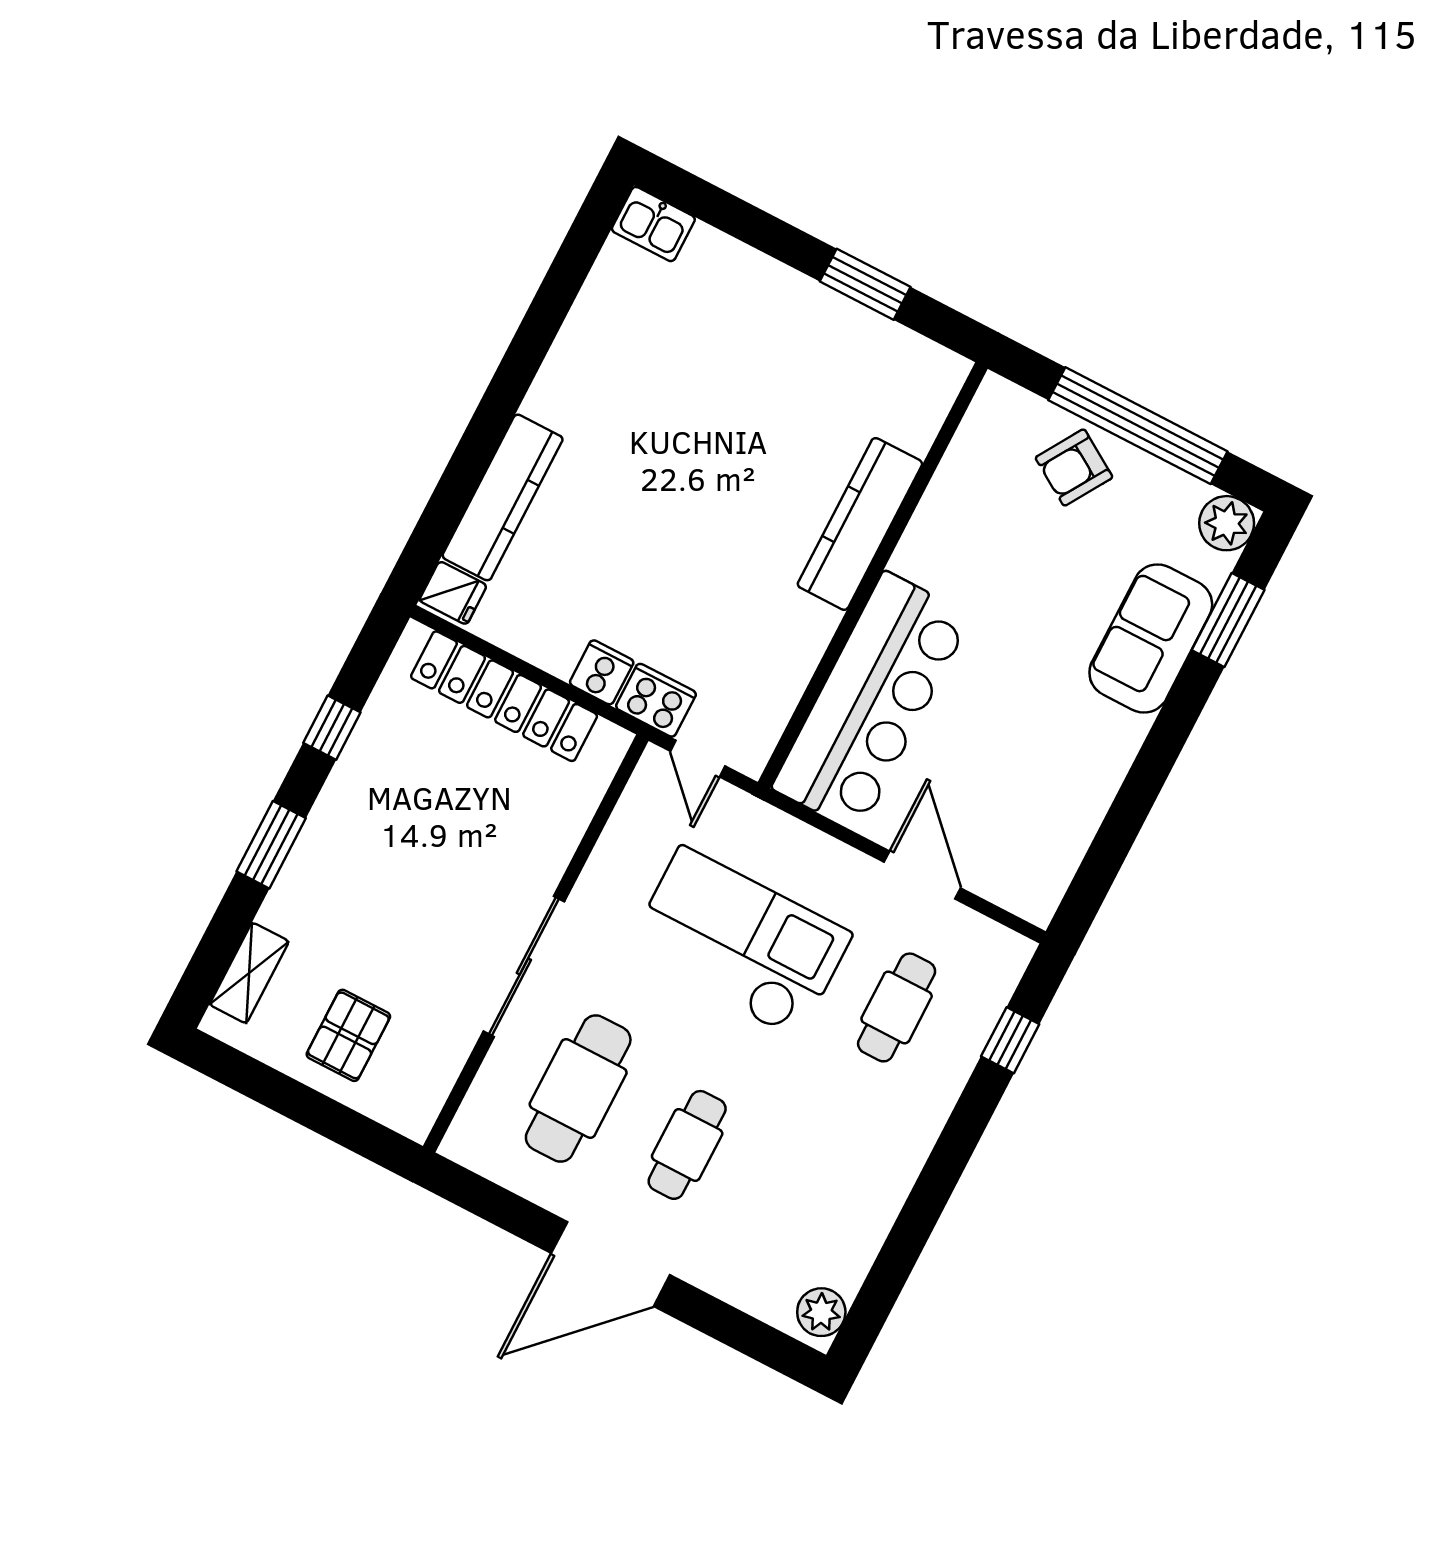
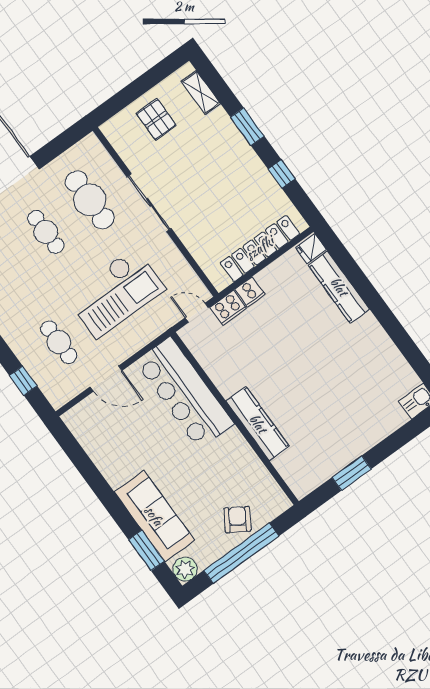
sofa: (1151, 638) -> (154, 516), width x1.36

